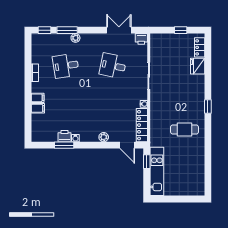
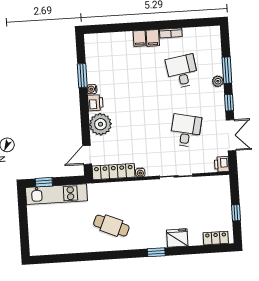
window: (45, 30) -> (229, 103), moved
fridge: (198, 66) -> (177, 238), moved
window: (208, 107) -> (156, 252), moved
filing cabinet: (38, 108) -> (153, 38), moved
cafe table: (185, 129) -> (111, 226), turned -67
printer: (64, 136) -> (95, 103), moved
plant: (104, 137) -> (101, 124), width x1.88, depth x1.88
window: (147, 162) -> (44, 182), moved

